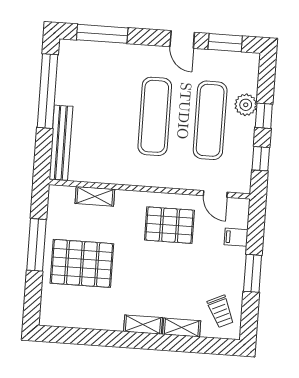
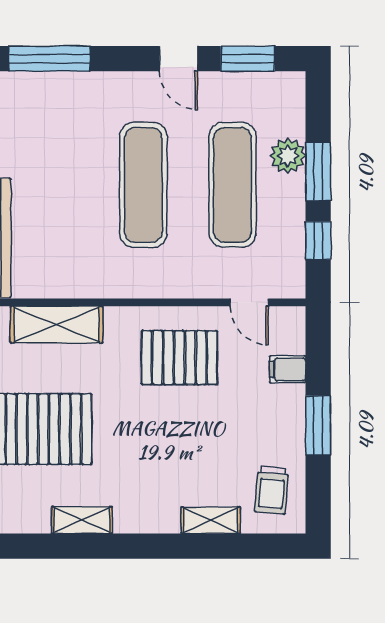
window: (264, 116) -> (318, 171), width x1.50
shelving: (95, 196) -> (57, 325), width x1.50, depth x1.33
trolley: (221, 312) -> (272, 490), turned 30
shelving: (143, 325) -> (82, 520), moved

